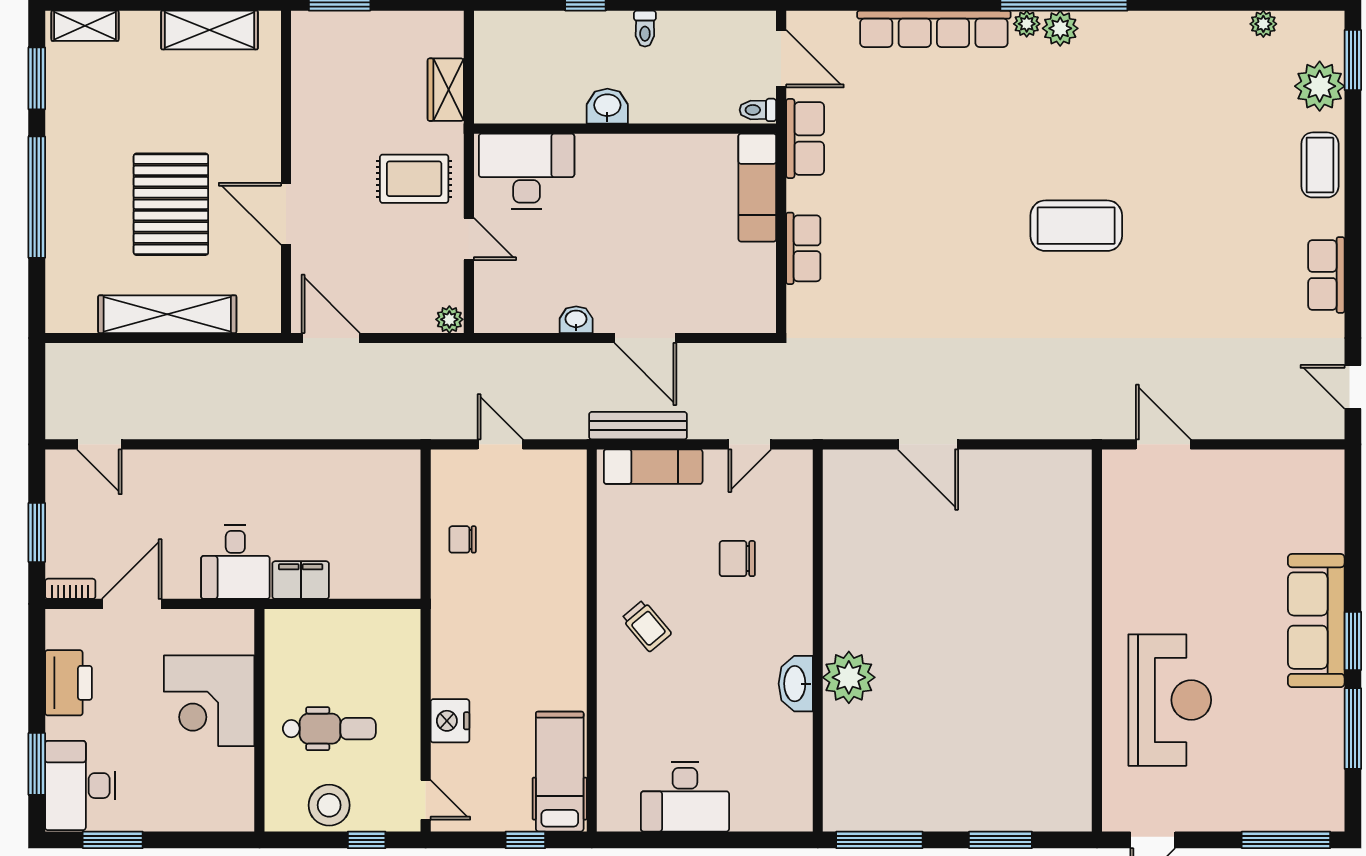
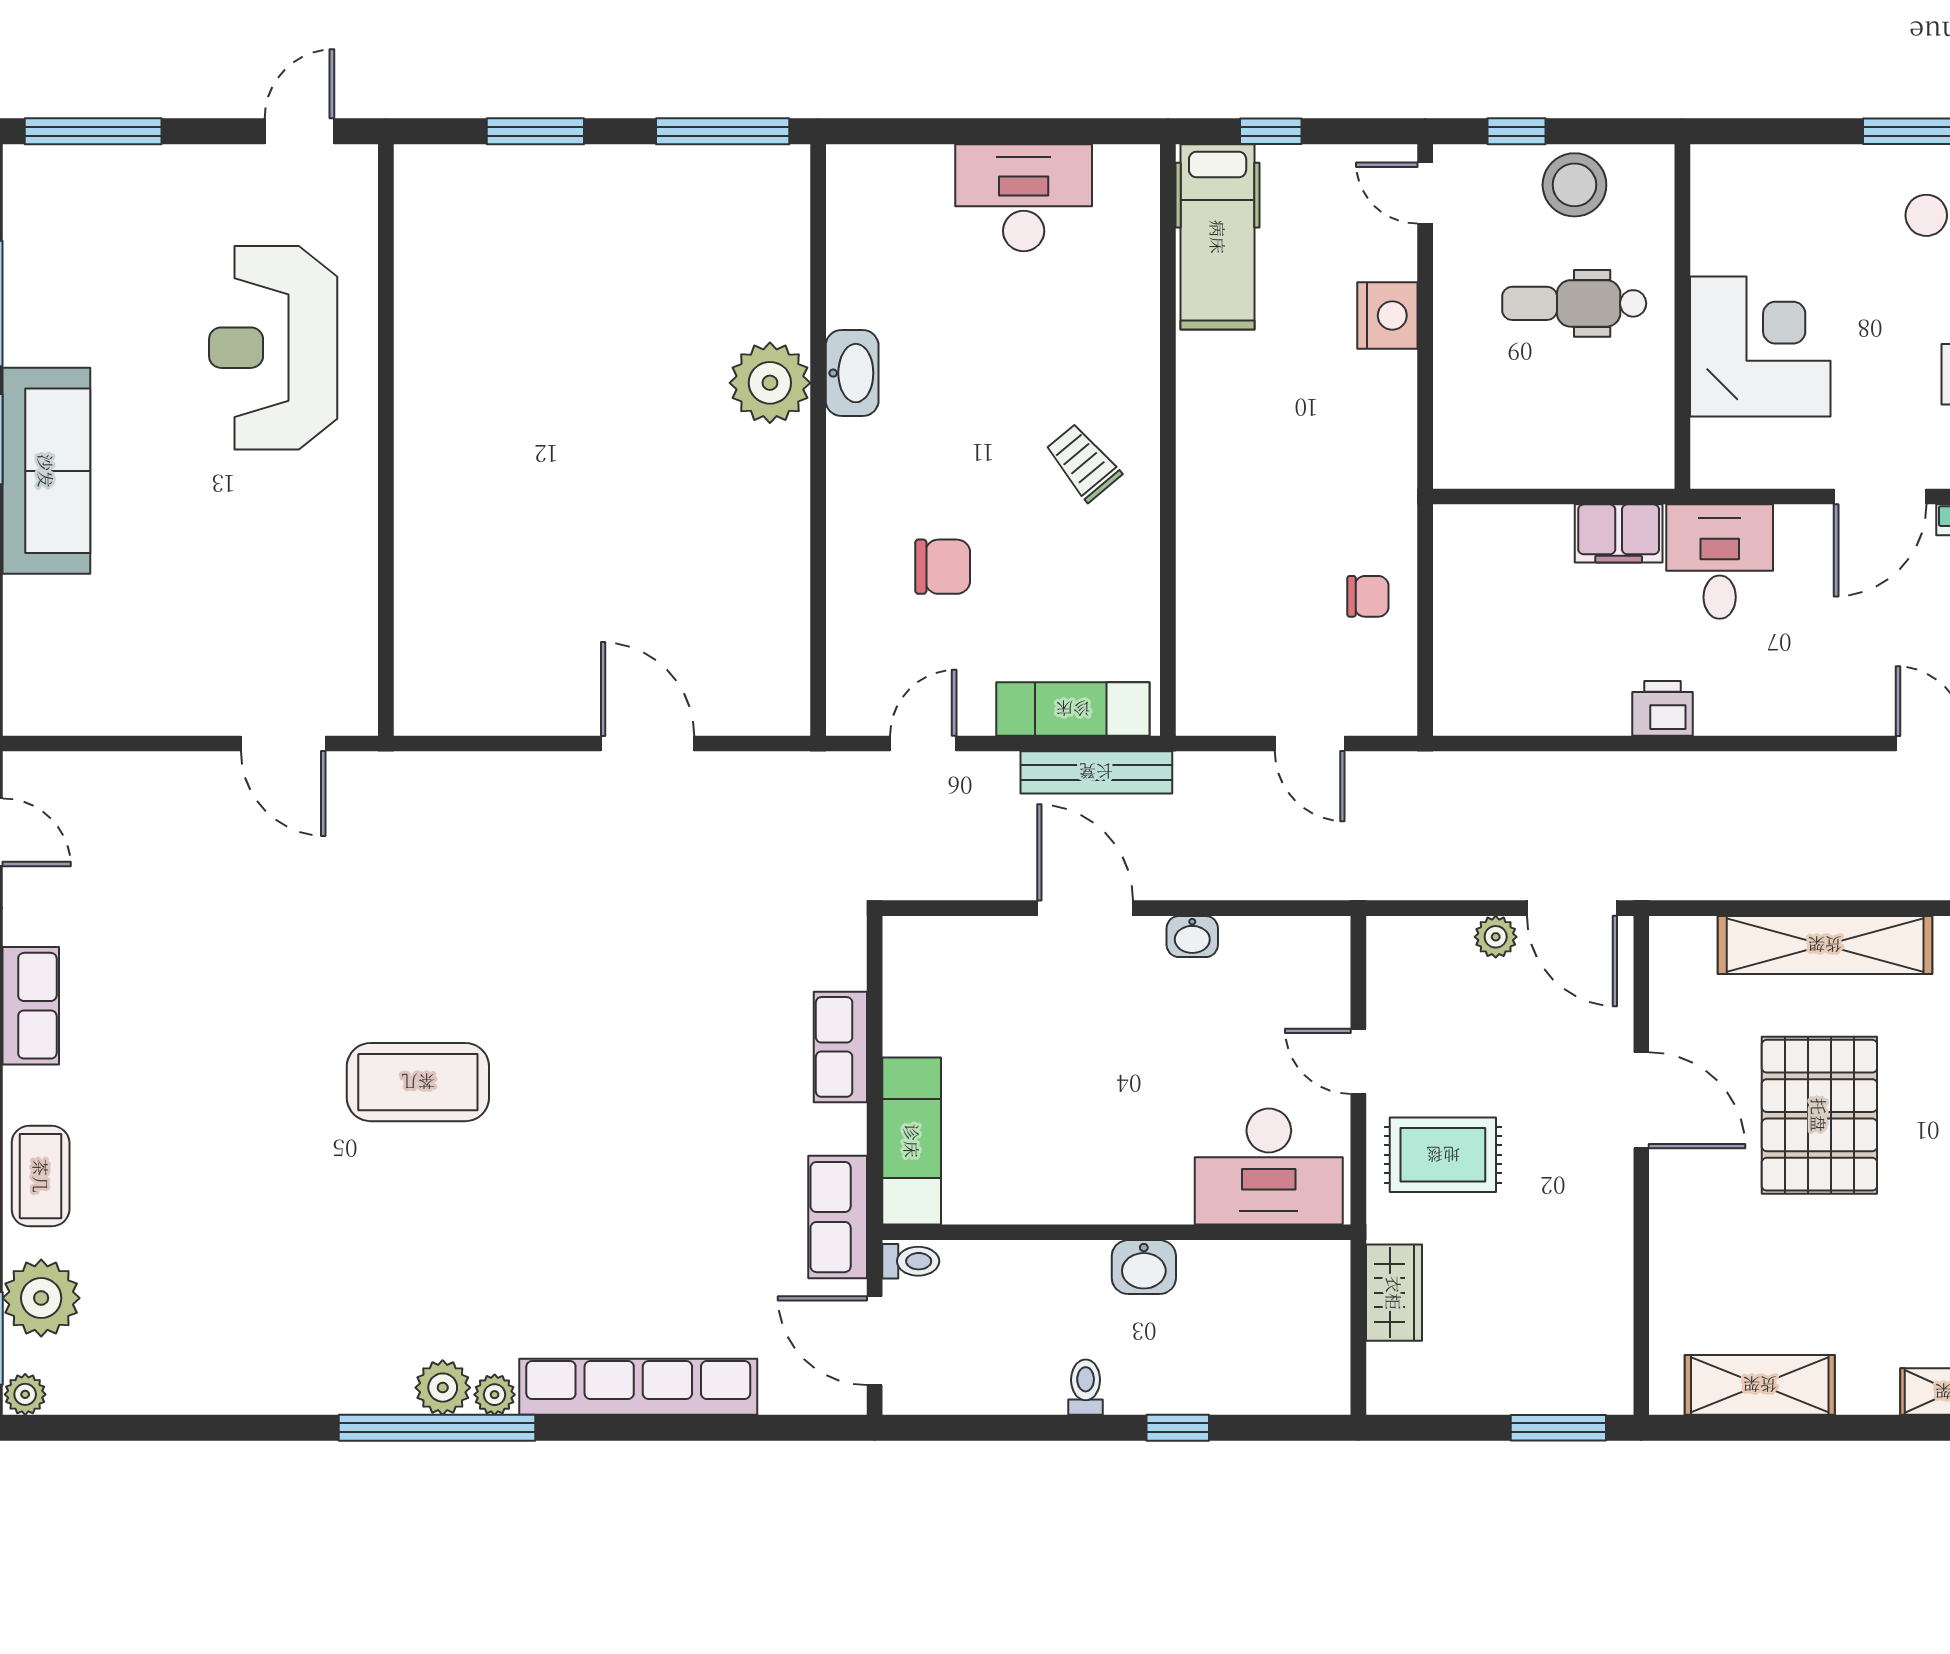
plant: (1263, 24) -> (25, 1394), moved
plant: (449, 319) -> (1496, 937), moved
printer: (272, 467) -> (1663, 708), added

